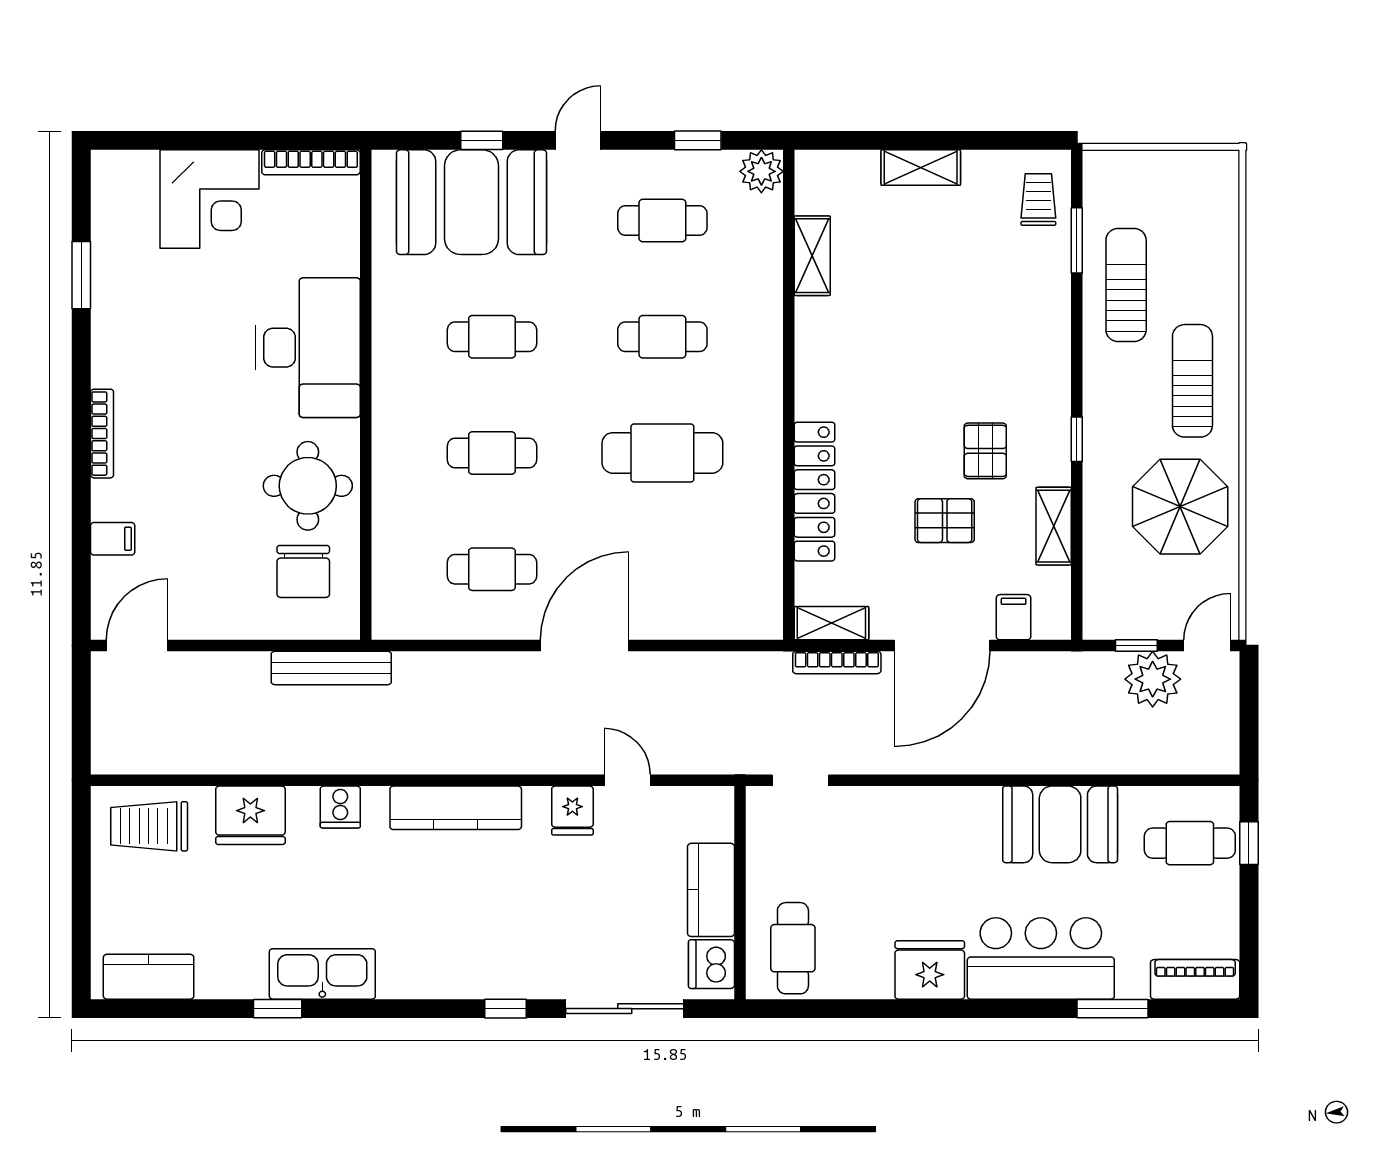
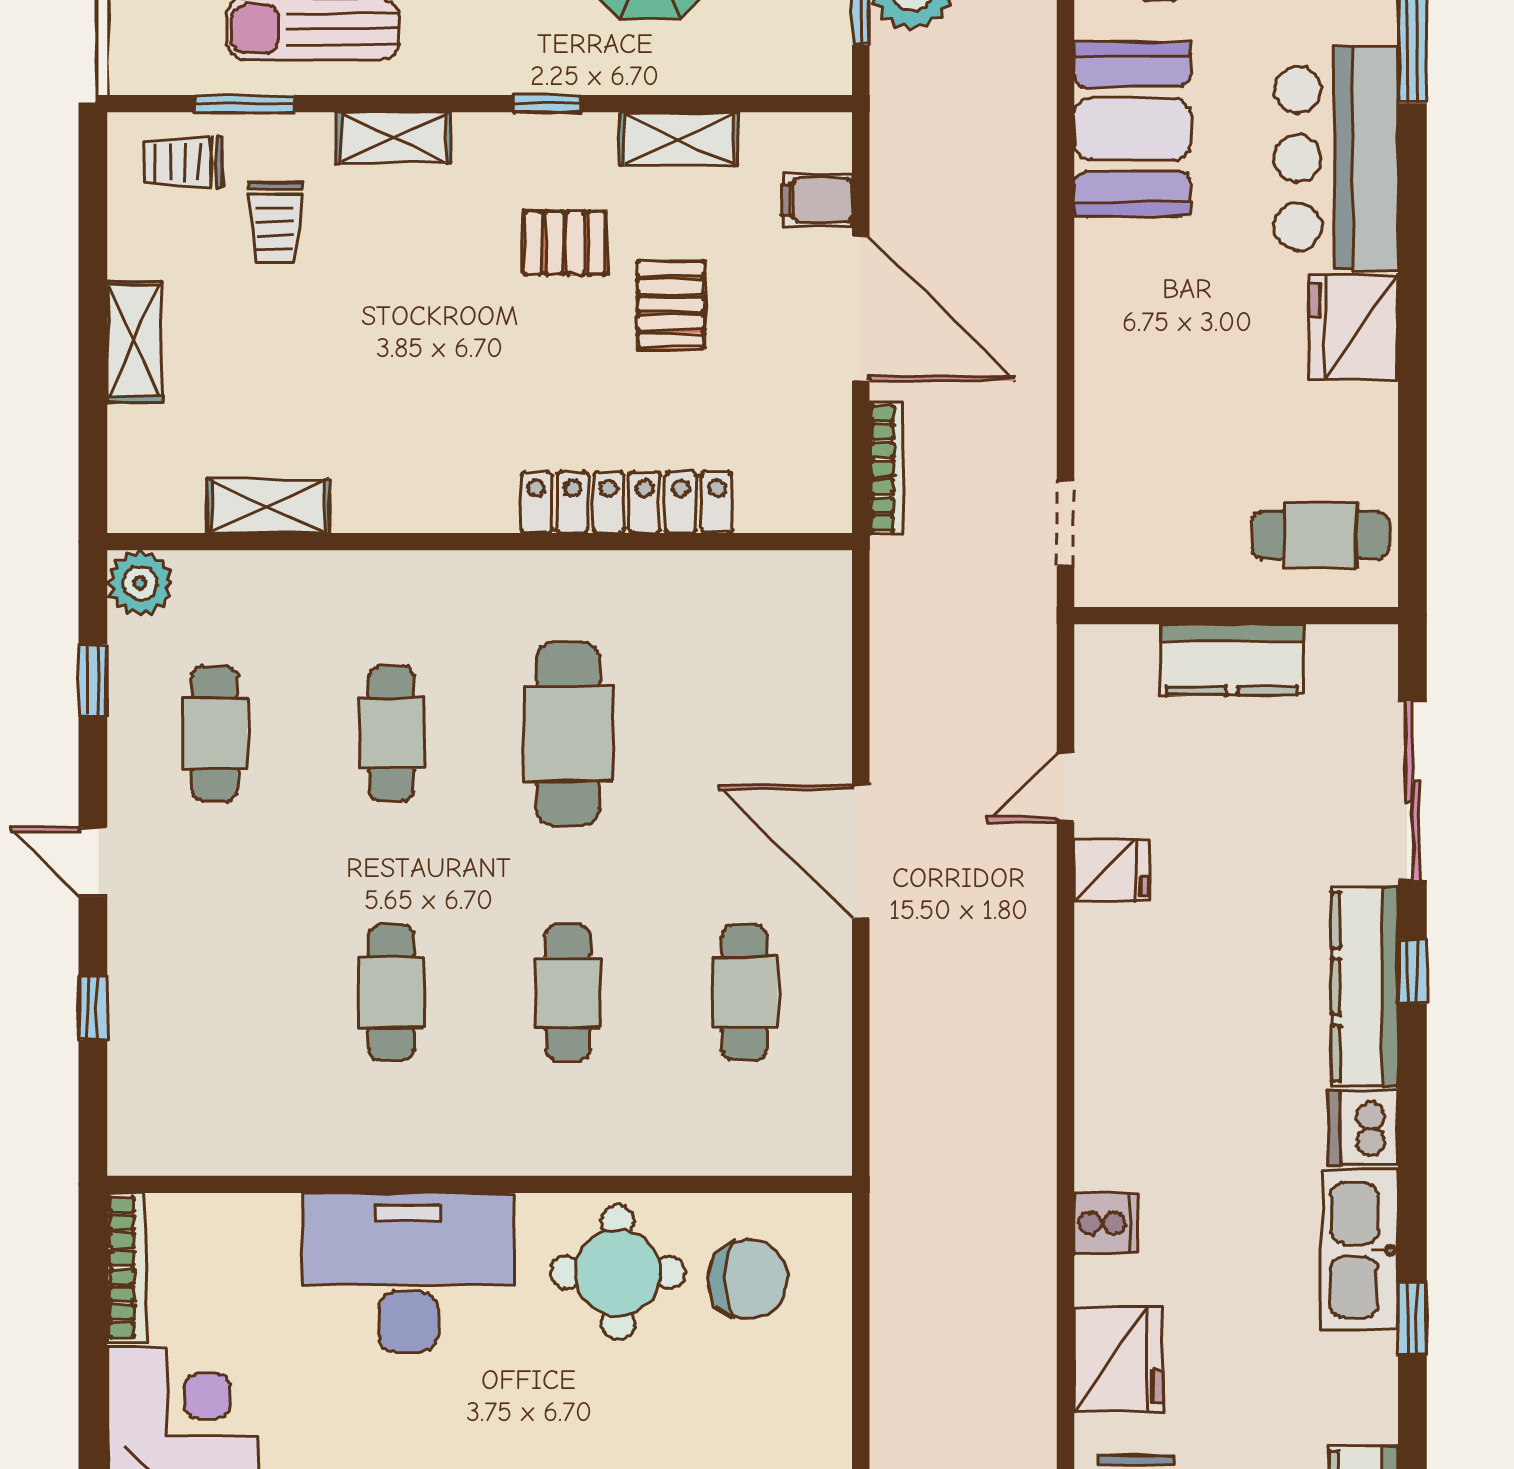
booth: (471, 202) -> (187, 1024), removed
trolley: (999, 260) -> (275, 223), added
shelving: (831, 623) -> (394, 138), moved, turned 90
bench: (331, 668) -> (895, 1237), removed
kitchen counter: (456, 808) -> (1365, 987), moved, turned 180
dishwasher: (712, 964) -> (1363, 1128), moved, turned 90

